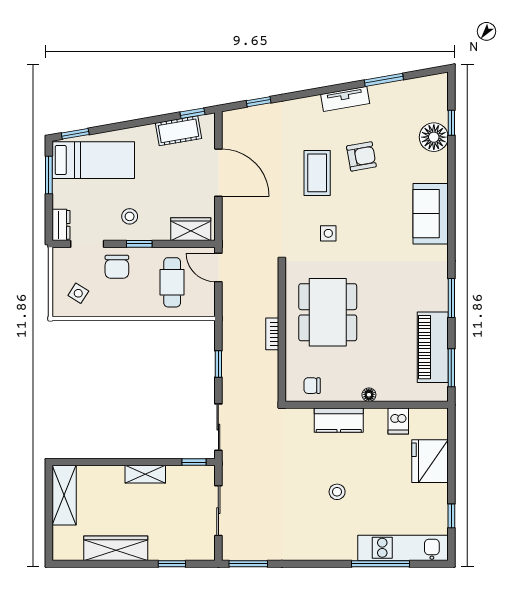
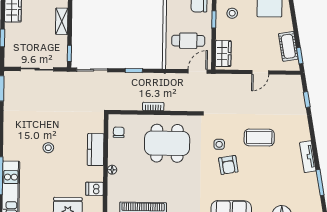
armchair: (361, 156) -> (228, 165), moved
door: (218, 173) -> (260, 72), width x0.53

